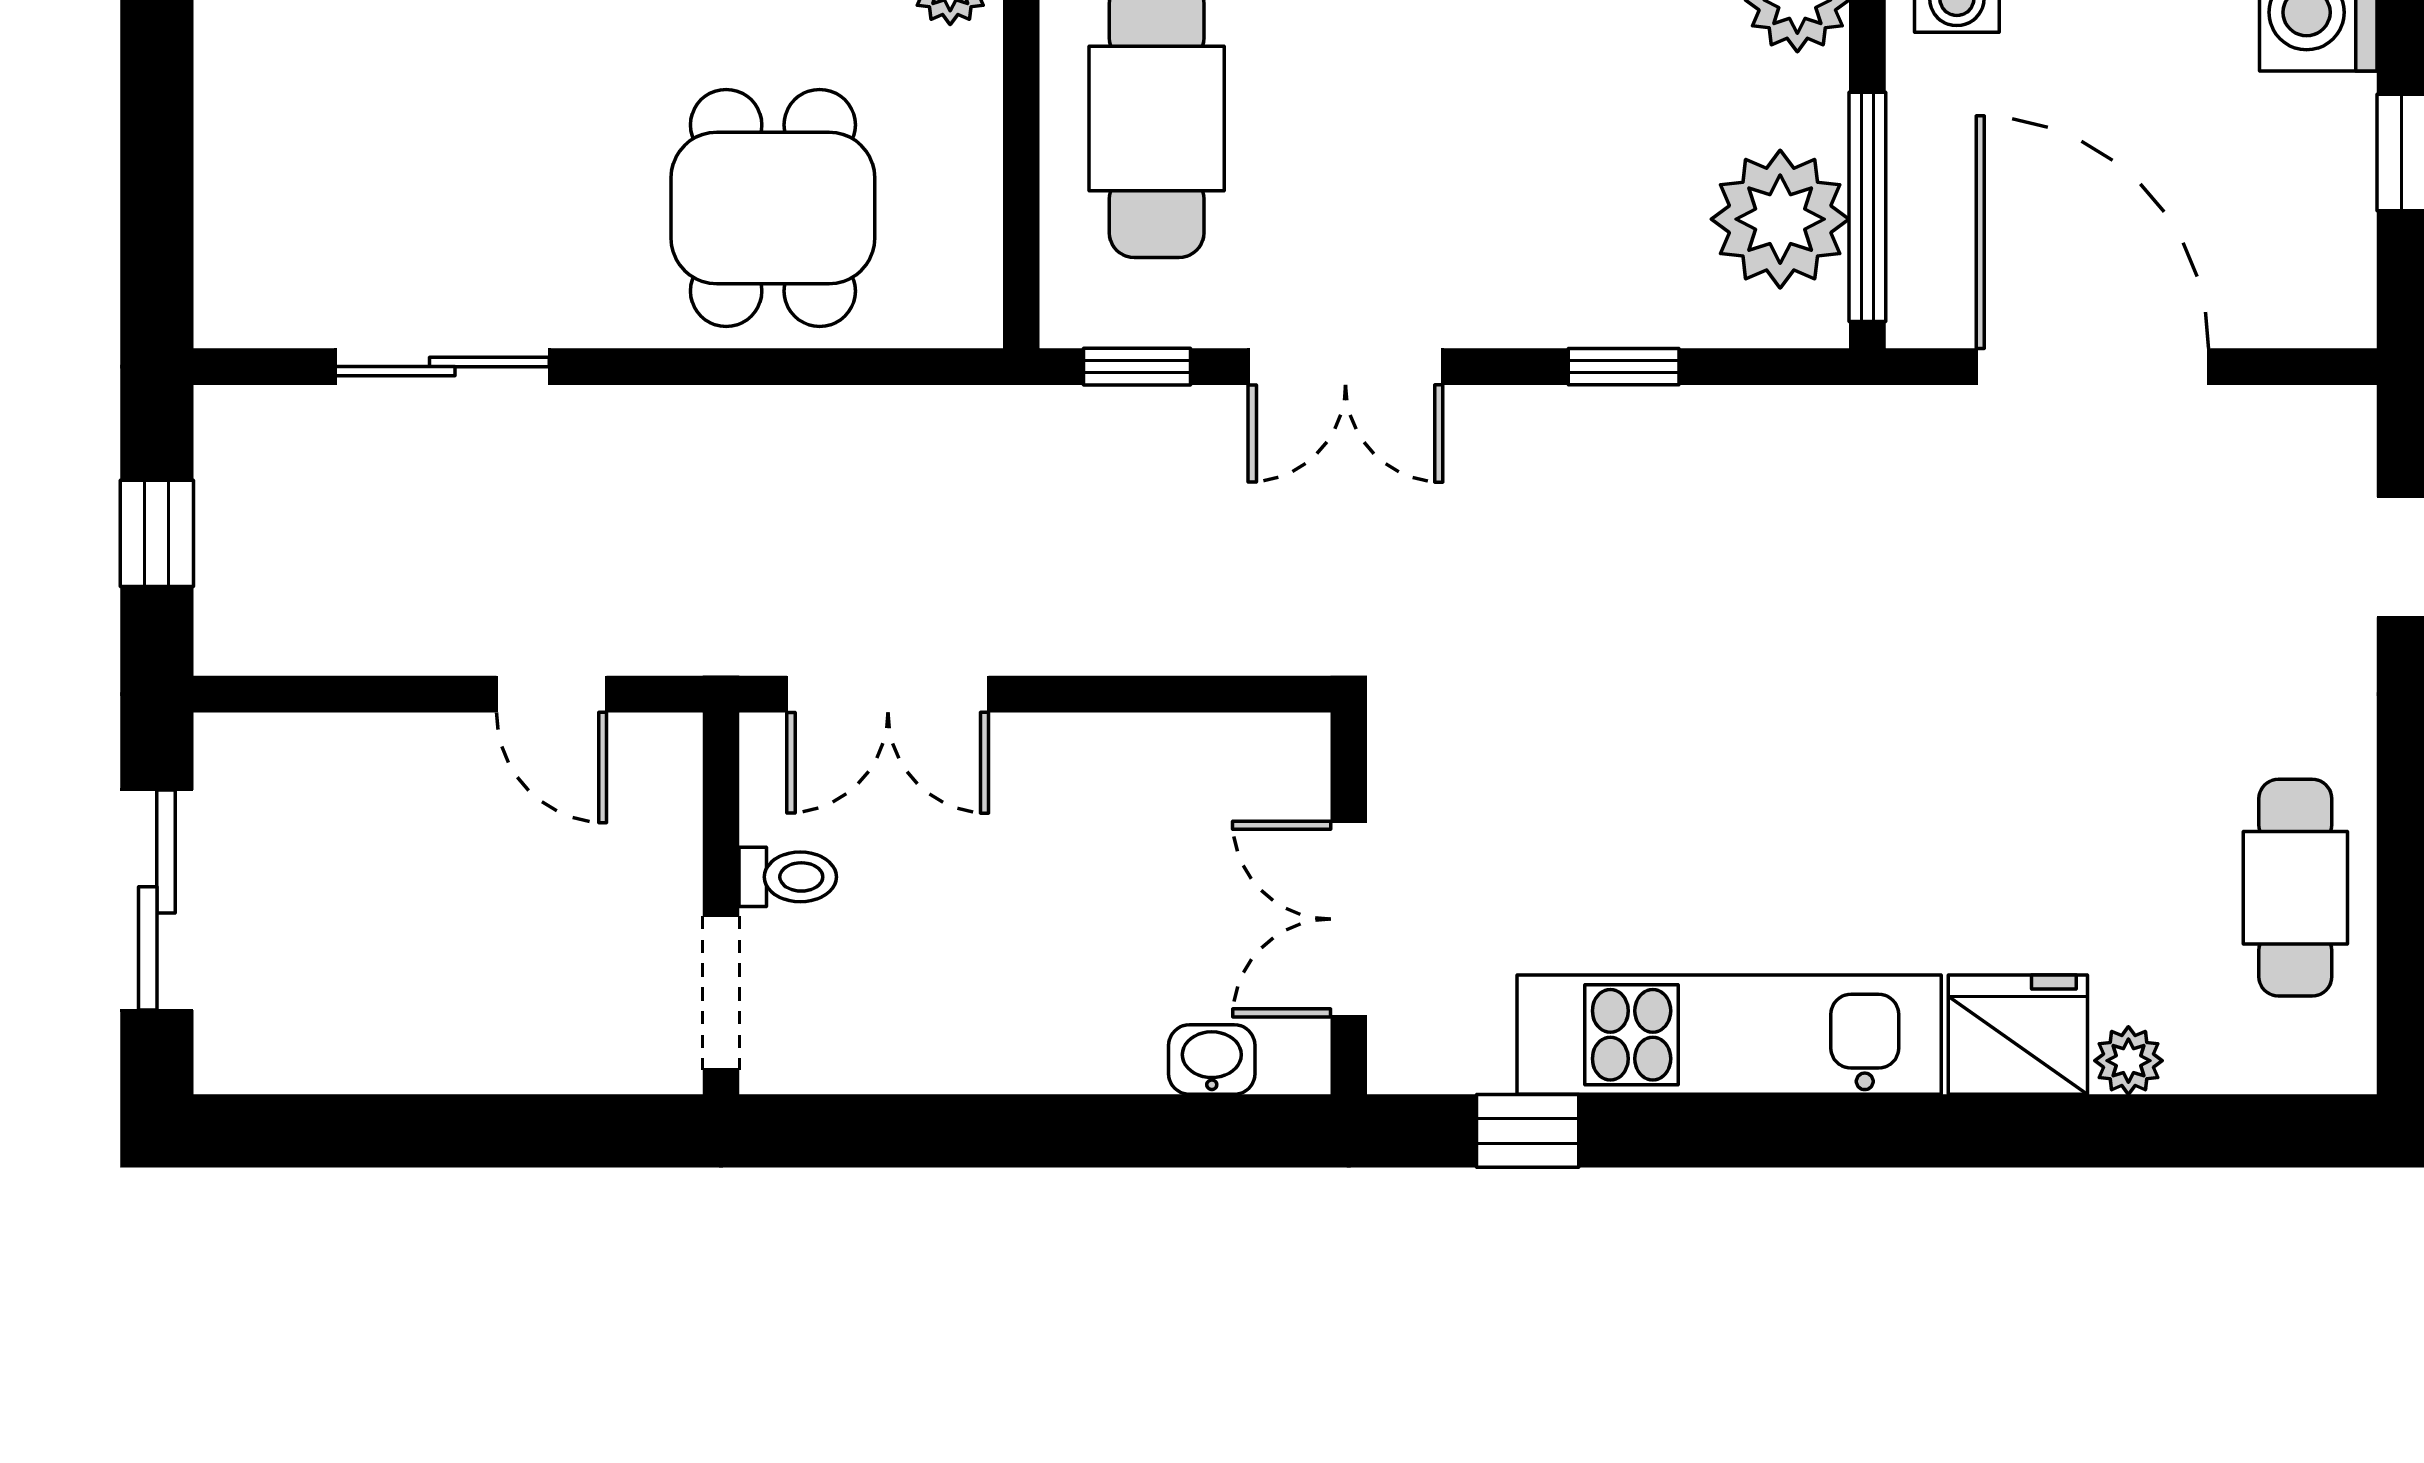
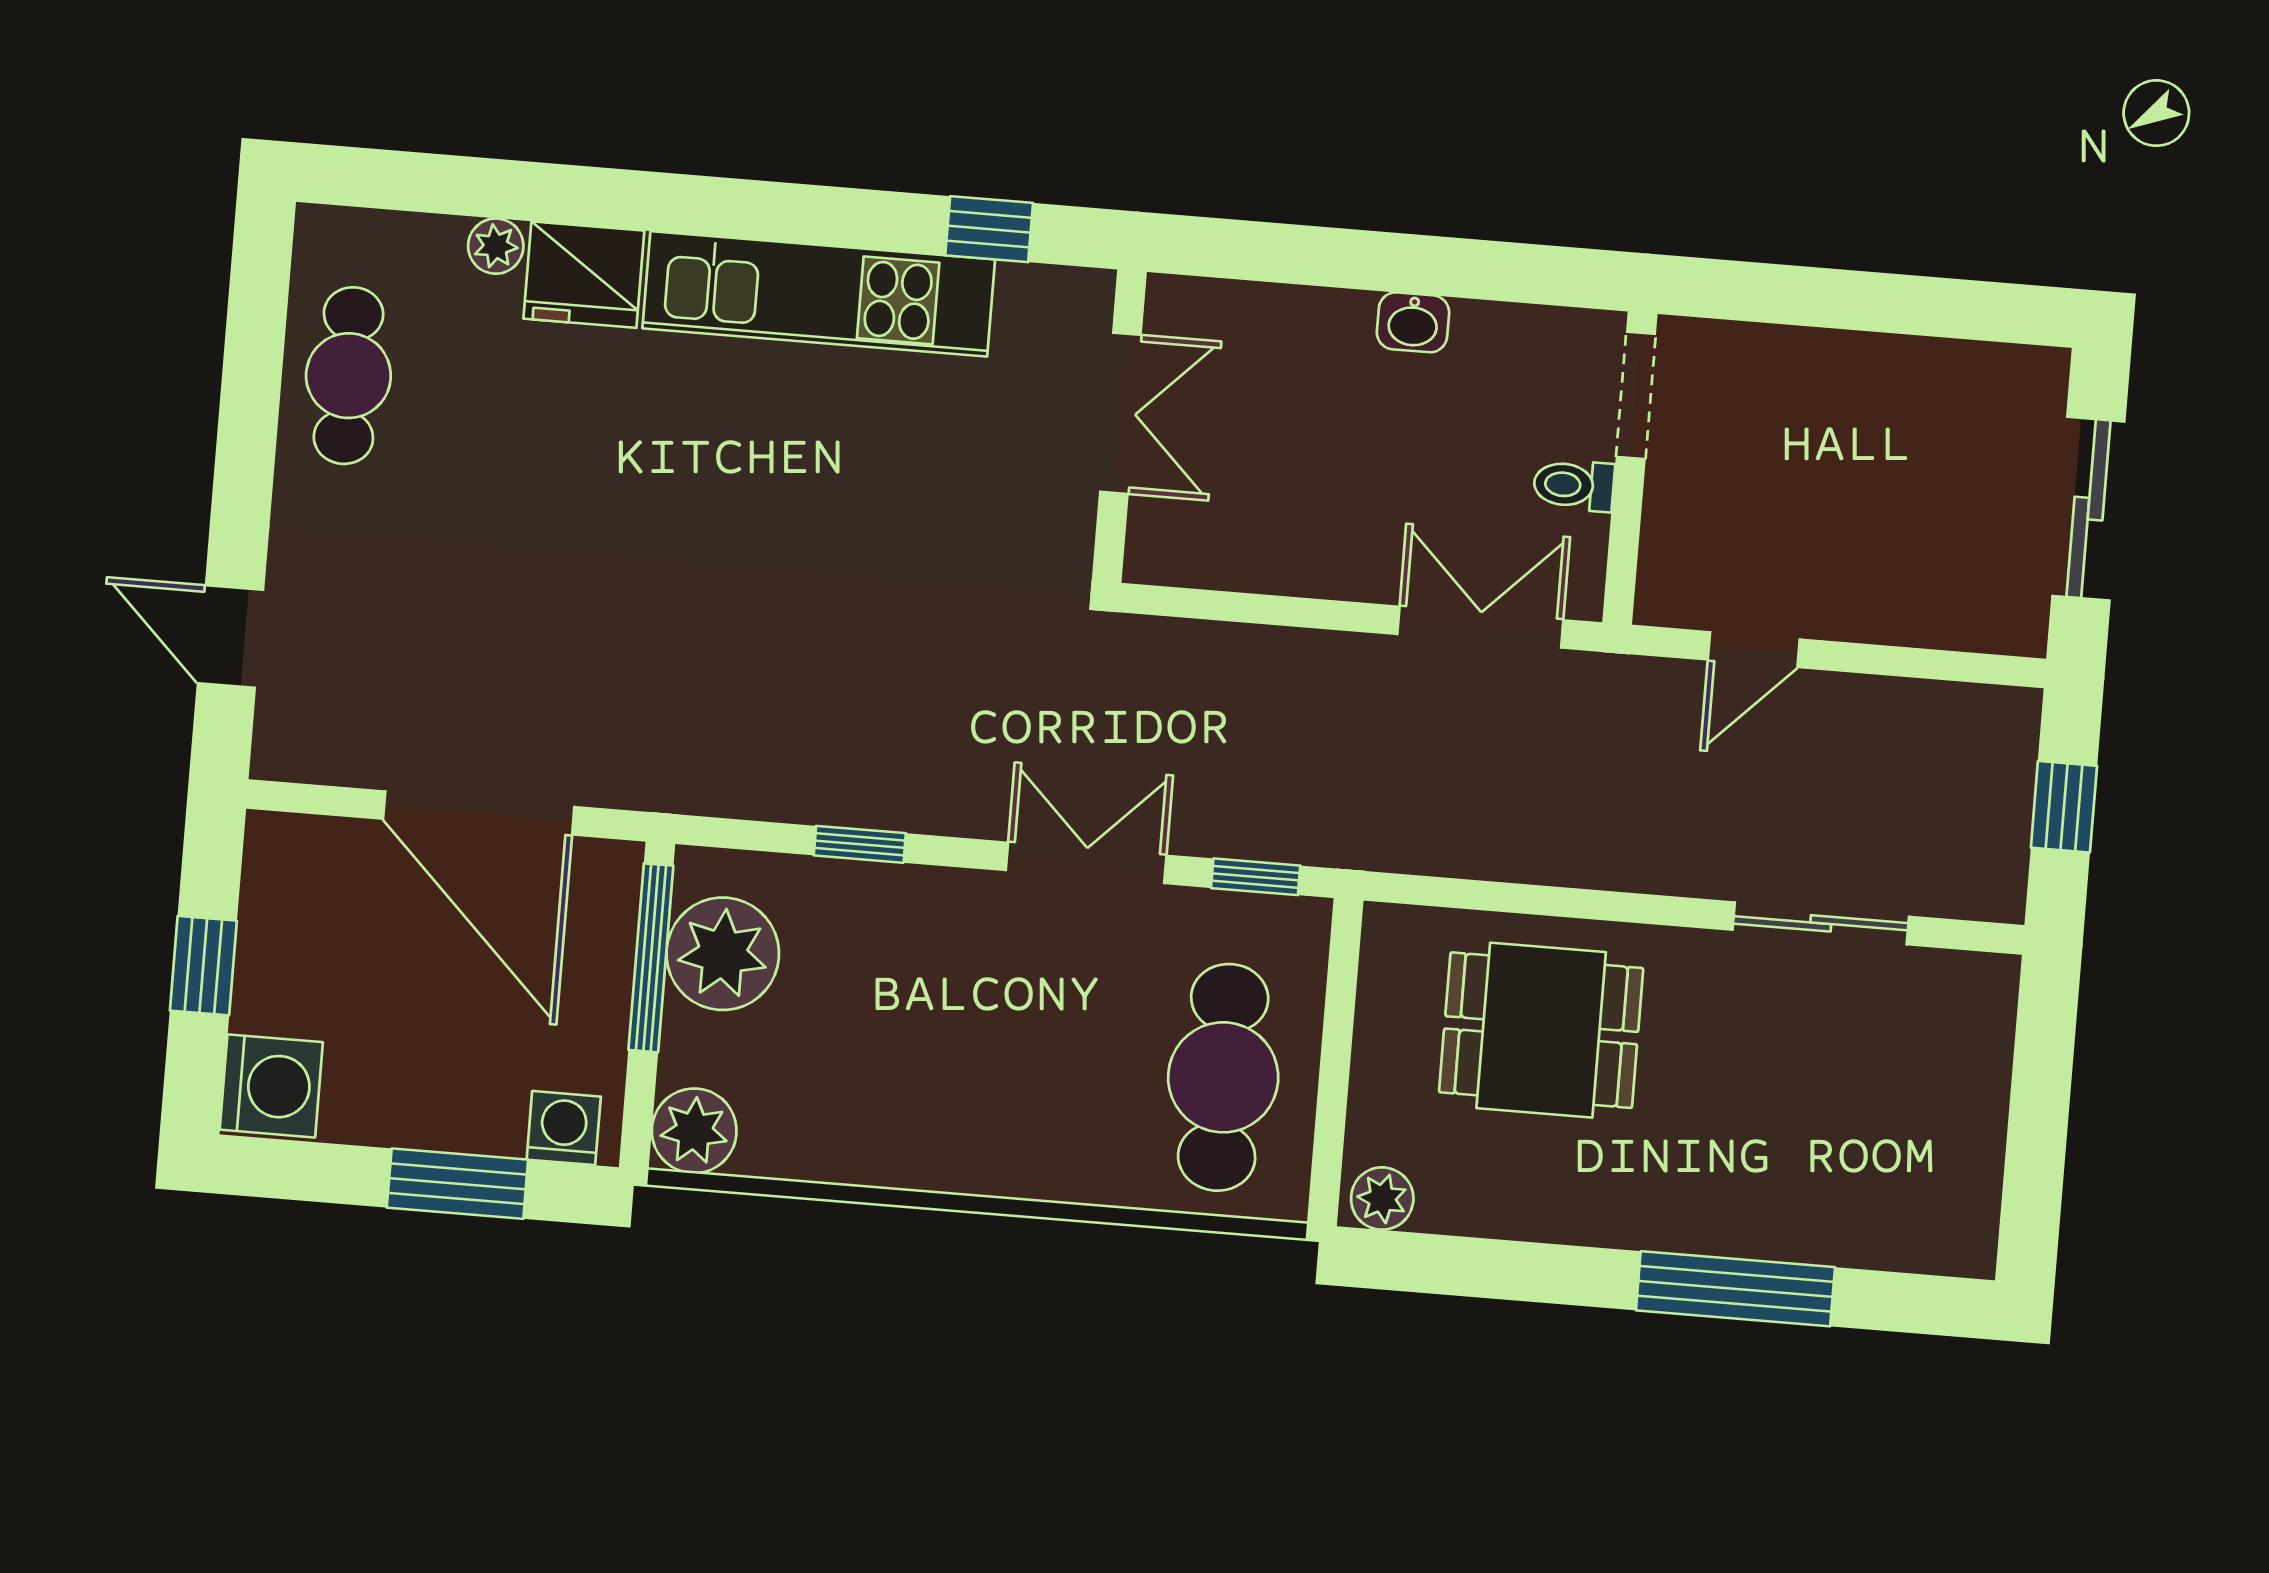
dining table: (773, 208) -> (1541, 1030), turned 90
door: (552, 694) -> (1754, 650), swing flipped
washbasin: (1212, 1060) -> (1413, 322), moved

